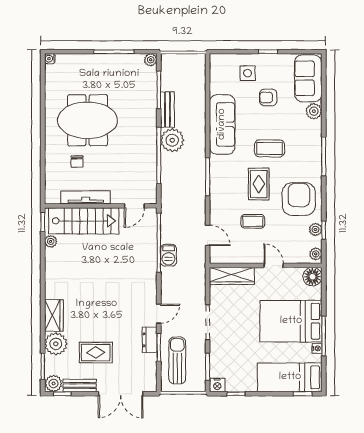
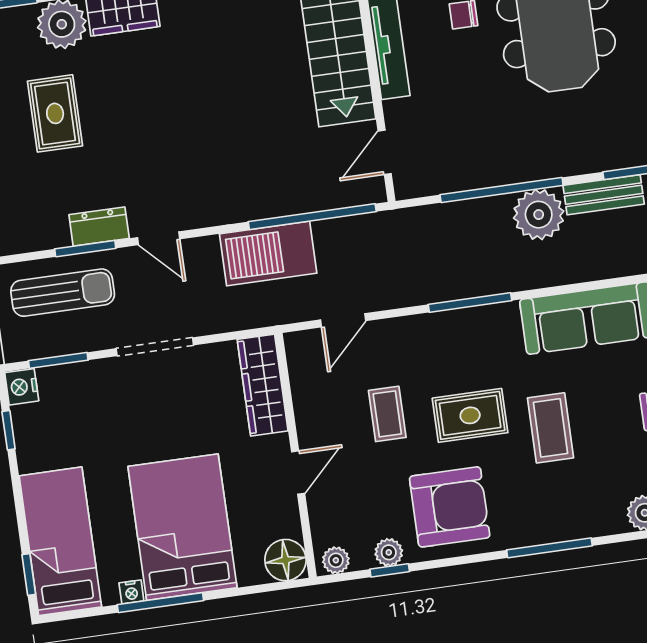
door: (134, 206) -> (385, 152), hinge flipped
barbecue: (168, 255) -> (268, 253), width x1.88, depth x1.53

